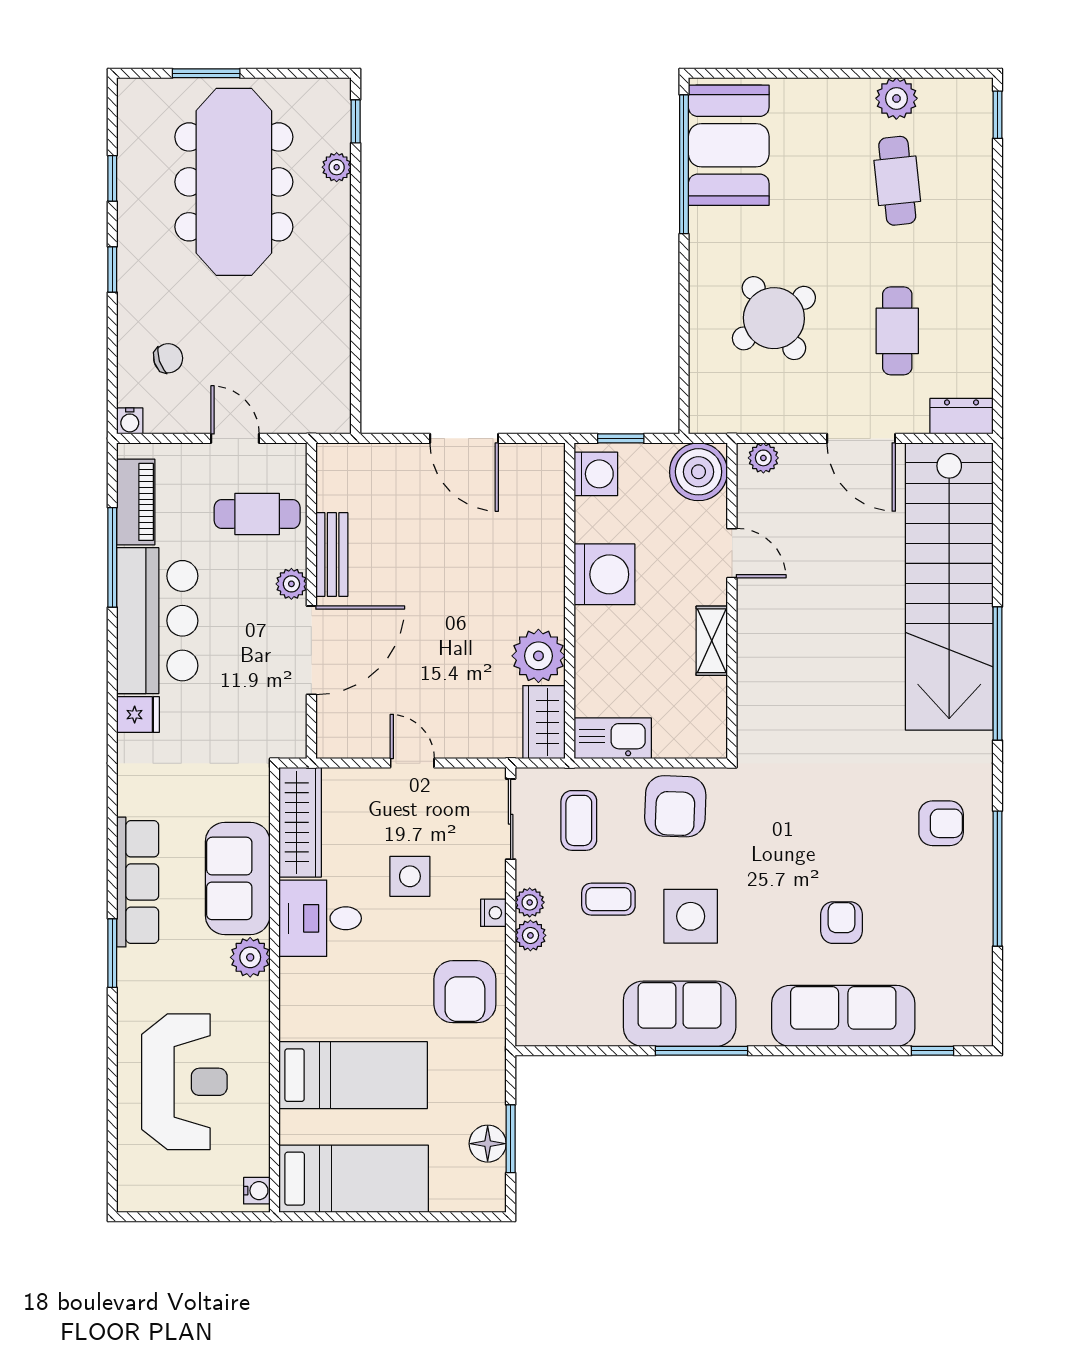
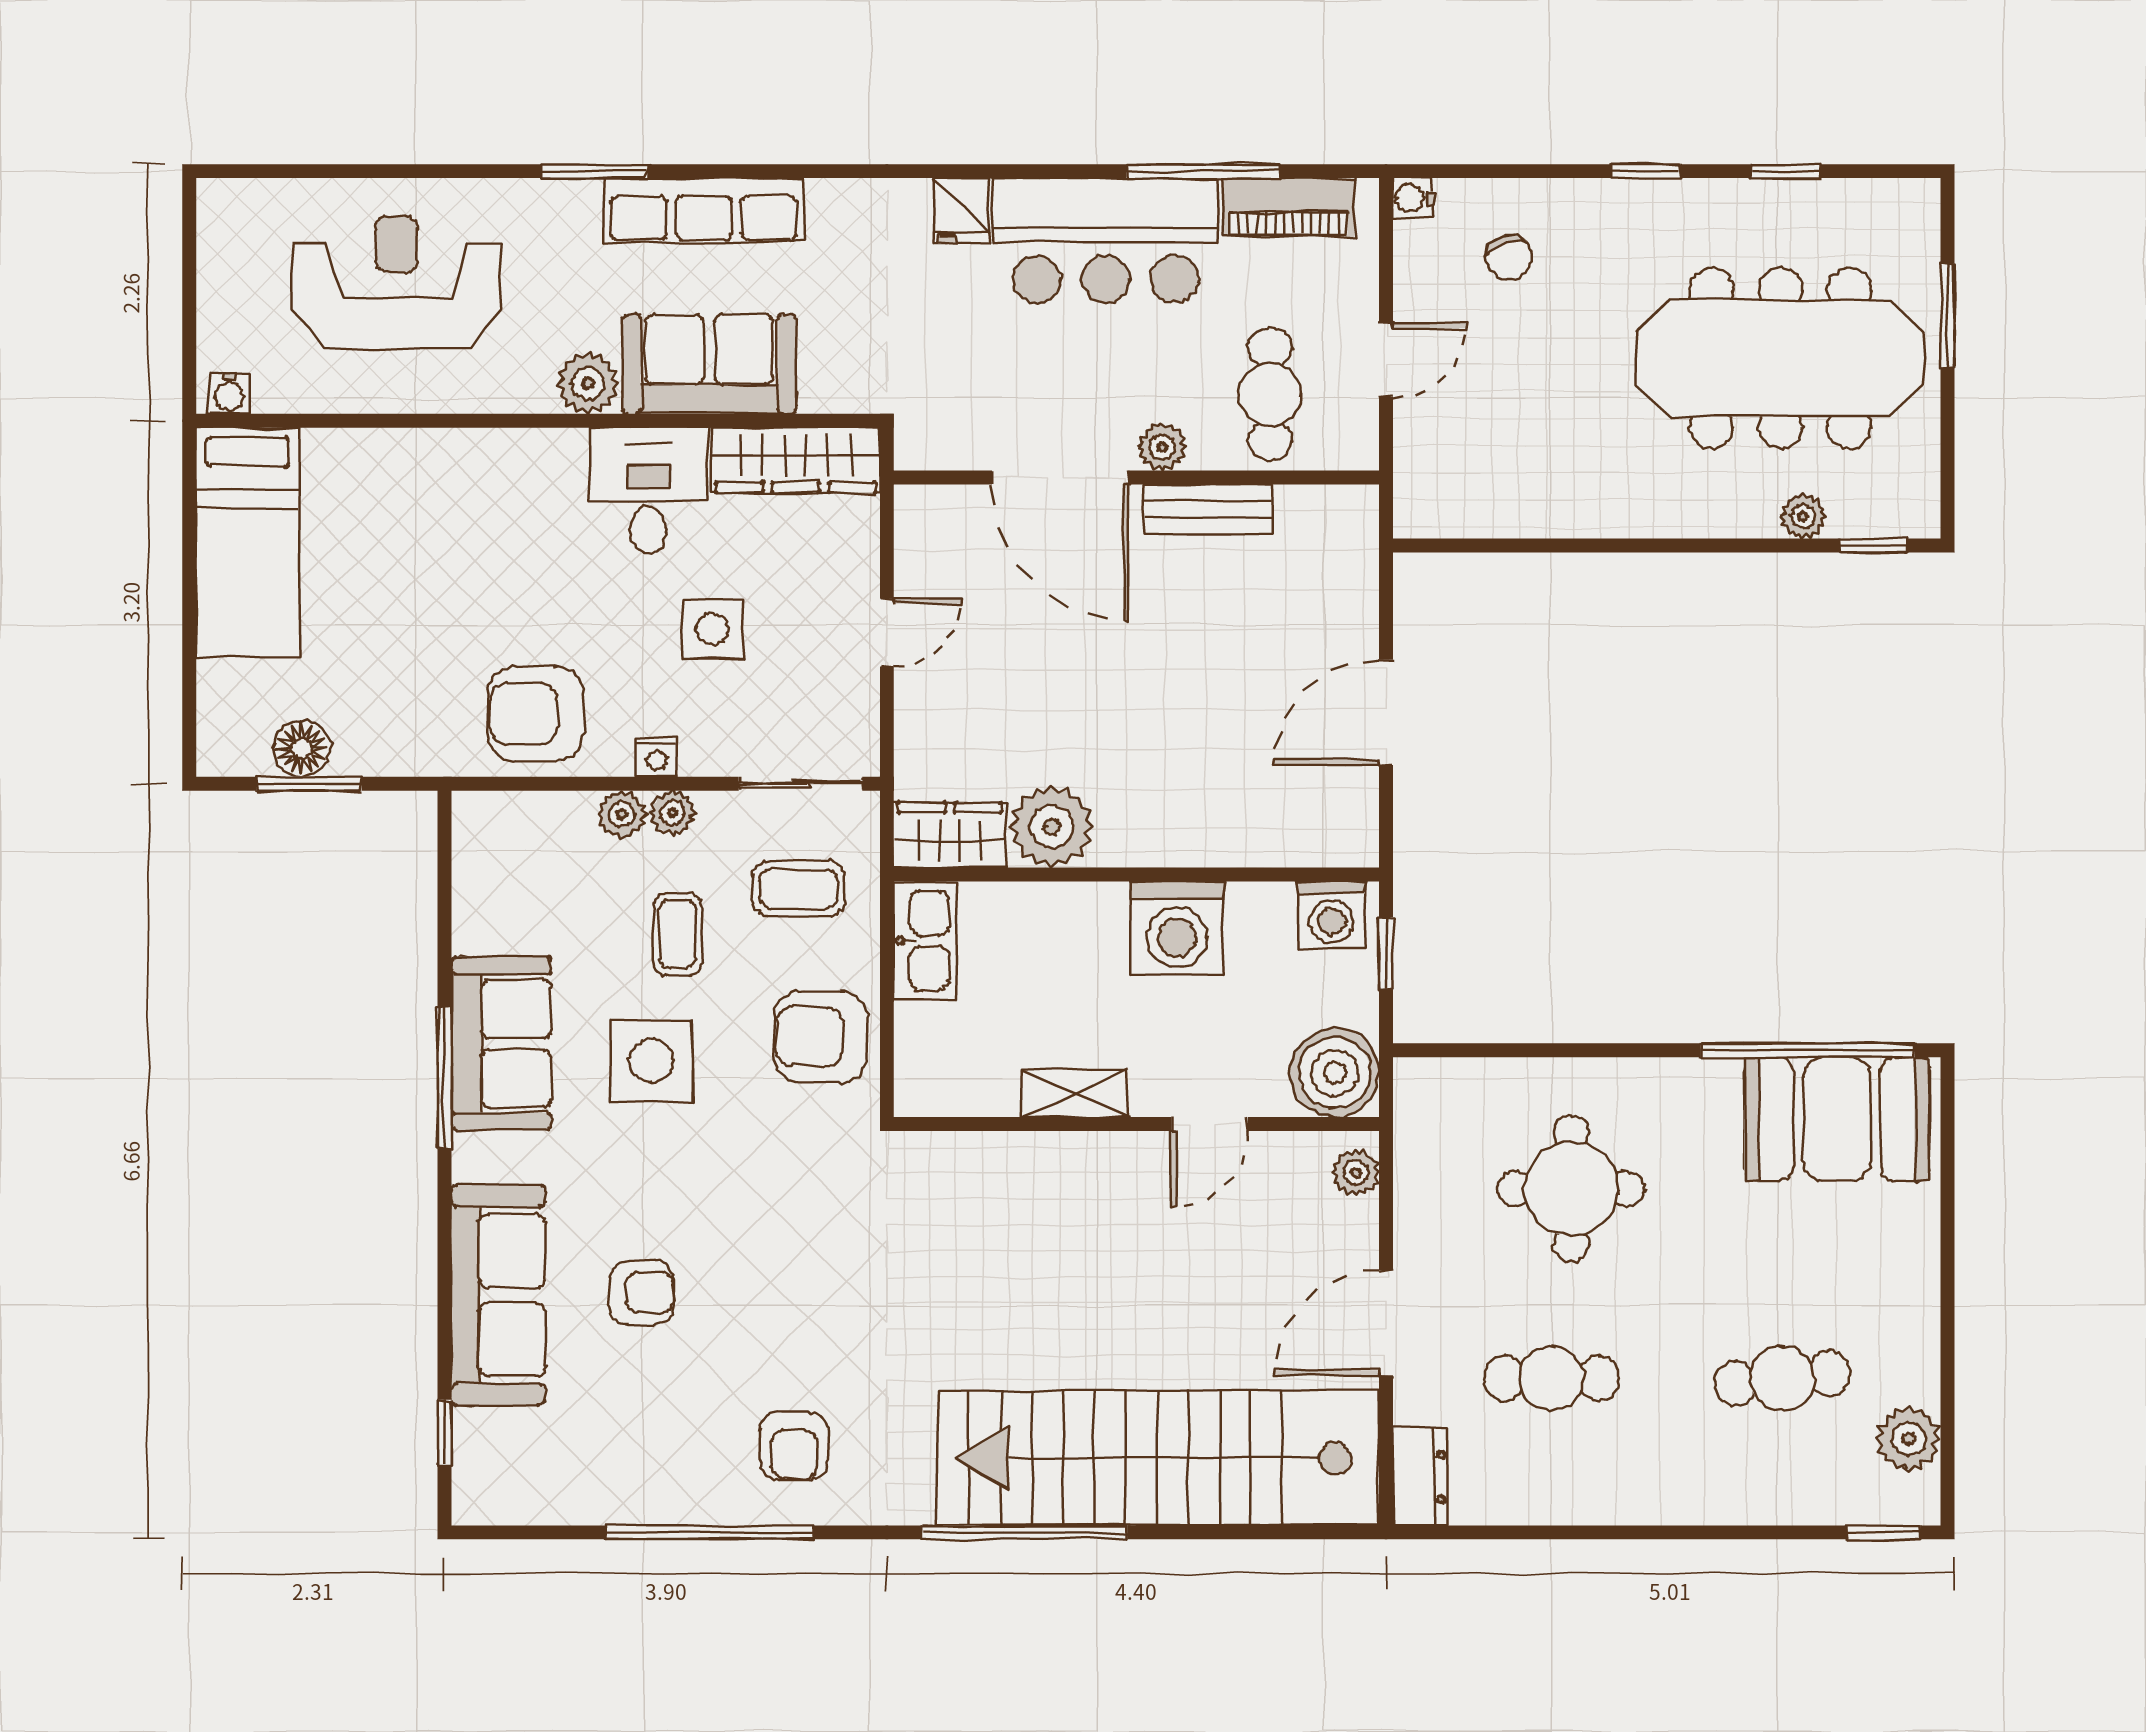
plant: (896, 98) -> (1909, 1439), moved
round table: (774, 318) -> (1571, 1189), turned 34
bed: (353, 1075) -> (407, 542), removed
reception desk: (184, 1082) -> (397, 282), turned 180

